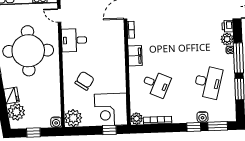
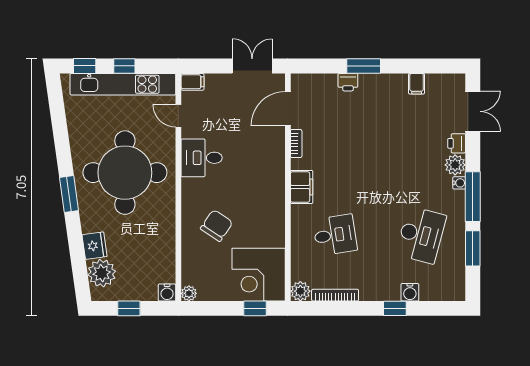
desk: (156, 84) -> (335, 235), turned -33
plant: (73, 118) -> (189, 293), width x0.53, depth x0.53
window: (218, 126) -> (434, 308), removed

